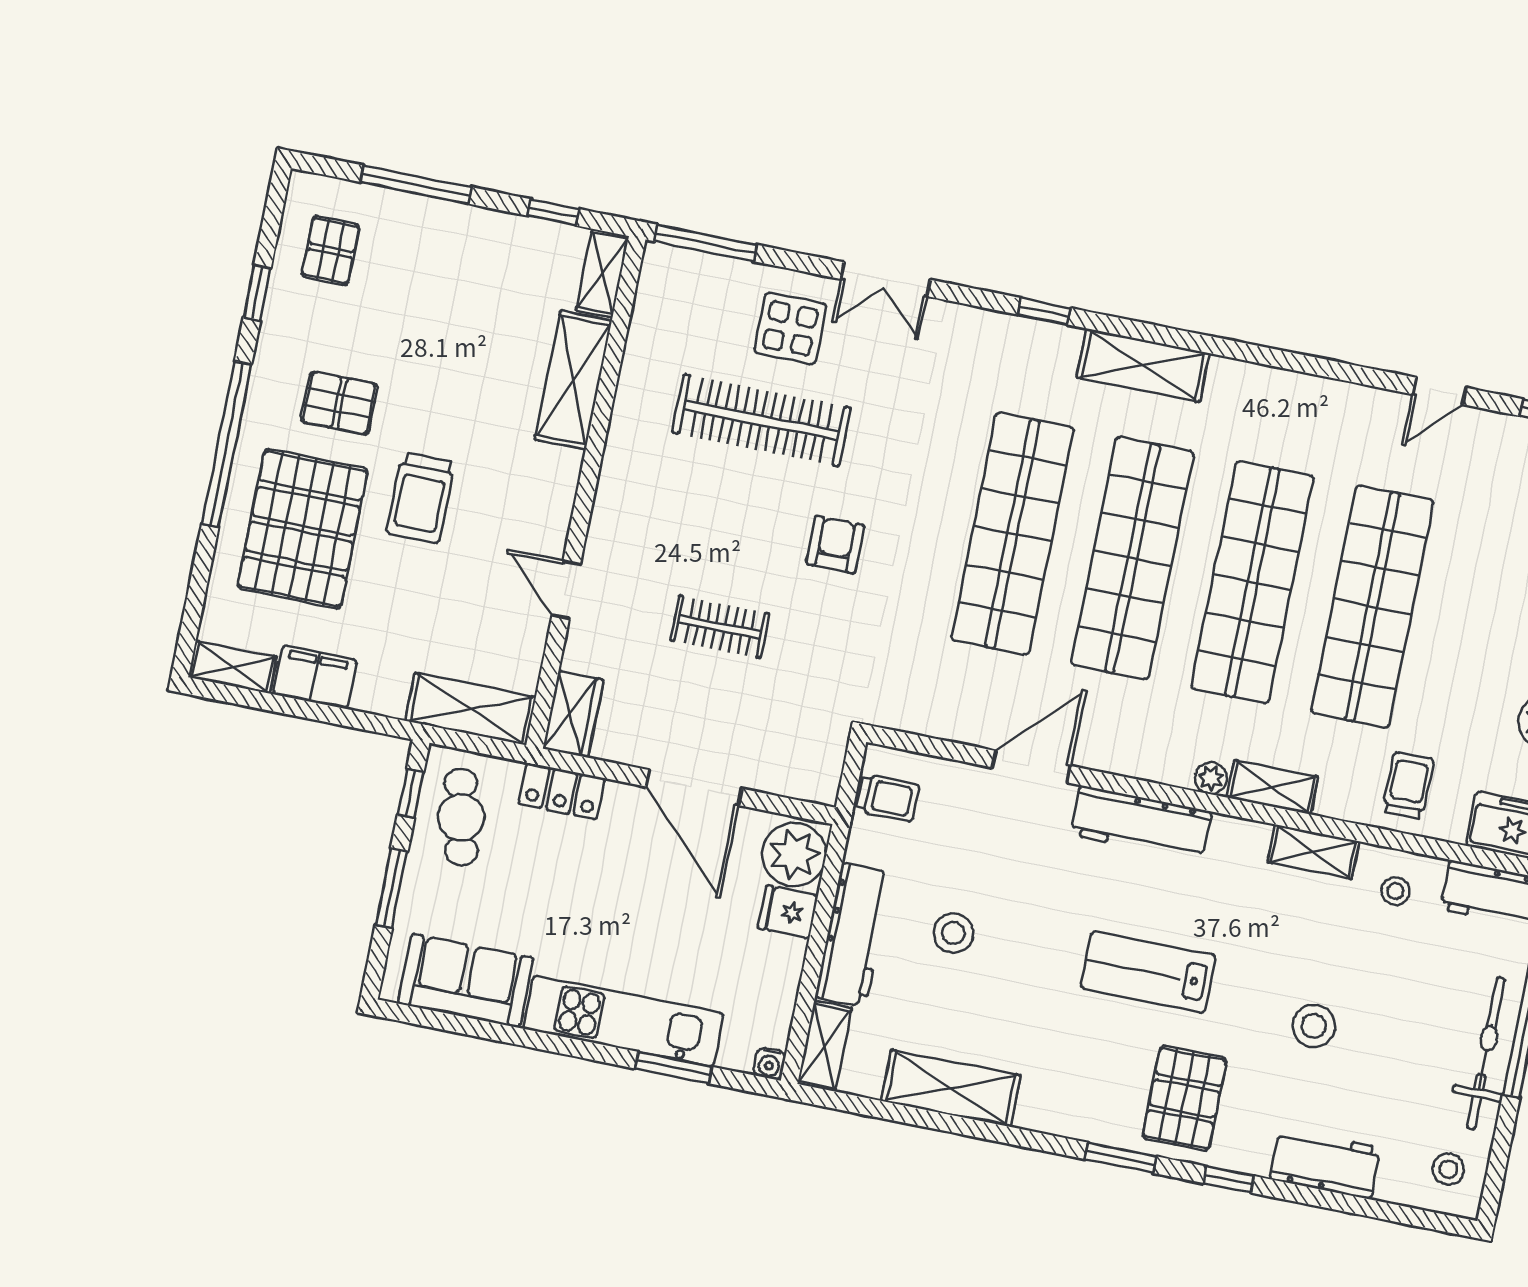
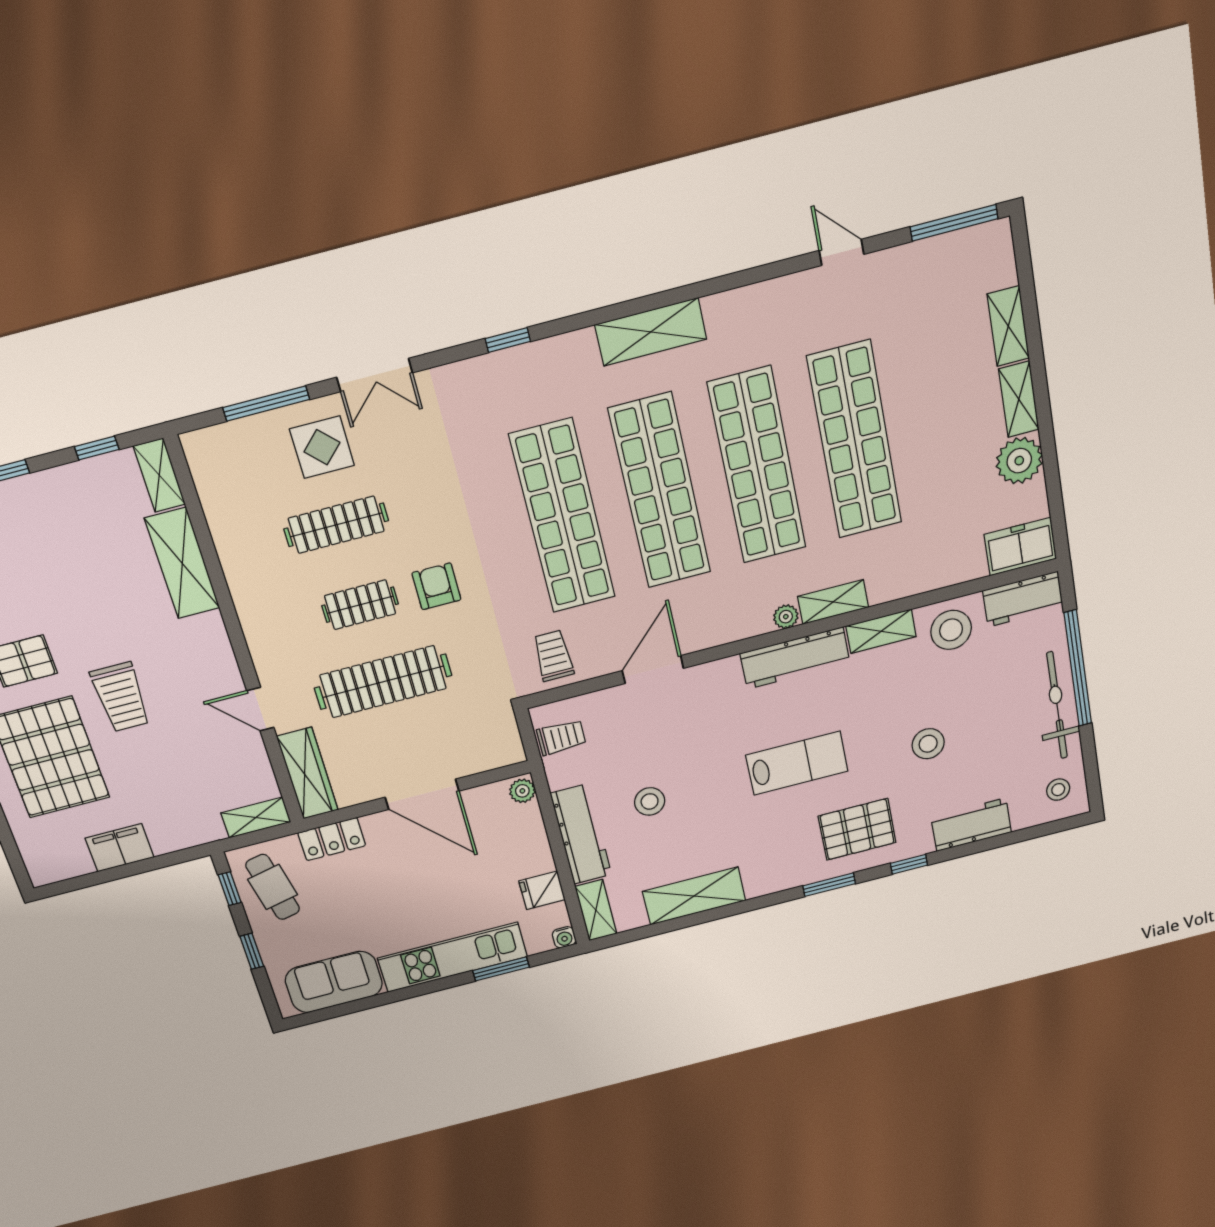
window: (706, 243) -> (266, 403), moved
shelving: (1143, 365) -> (651, 332), moved
door: (1439, 391) -> (841, 252), swing flipped
clothes rail: (761, 420) -> (336, 525), width x0.73, depth x0.76
clothes rail: (741, 524) -> (360, 605), added
clothes rail: (720, 627) -> (383, 682), width x1.86, depth x1.31
shelving: (233, 667) -> (59, 868), removed
shelving: (471, 709) -> (256, 817), width x0.67, depth x0.75
wardrobe: (573, 714) -> (307, 773), width x1.50
trolley: (1408, 785) -> (553, 656), moved
workbench: (1141, 823) -> (795, 658), moved
plant: (794, 855) -> (522, 791), width x0.53, depth x0.53
window: (391, 888) -> (252, 951), width x0.67
stool: (1395, 891) -> (951, 630), width x1.89, depth x1.89
fridge: (788, 912) -> (542, 890), moved
lab bench: (1148, 972) -> (797, 763), turned 180
pallet: (1185, 1098) -> (857, 829), turned 90

